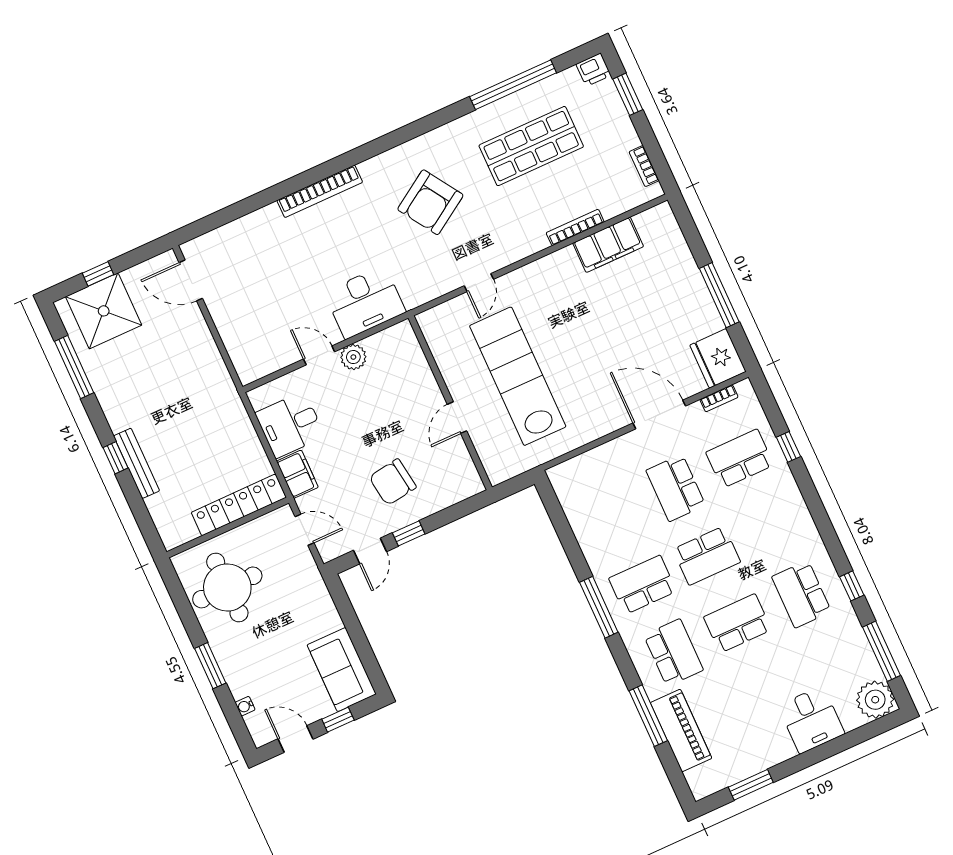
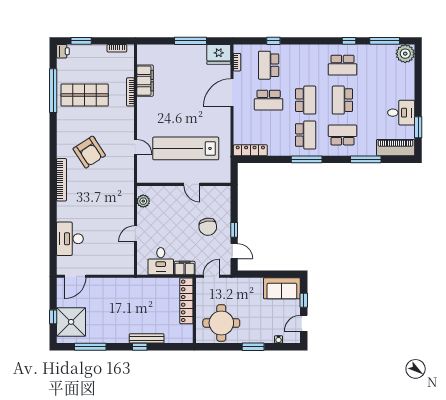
shop shelf: (531, 146) -> (85, 95), turned 90
bookcase: (320, 191) -> (62, 180), moved
desk: (365, 302) -> (70, 239), moved, turned 180
plant: (353, 357) -> (143, 201), moved
locker: (568, 496) -> (250, 150), added
school desk: (643, 585) -> (306, 135), turned 180
desk: (811, 720) -> (401, 113), moved
piano: (681, 731) -> (396, 148), moved

